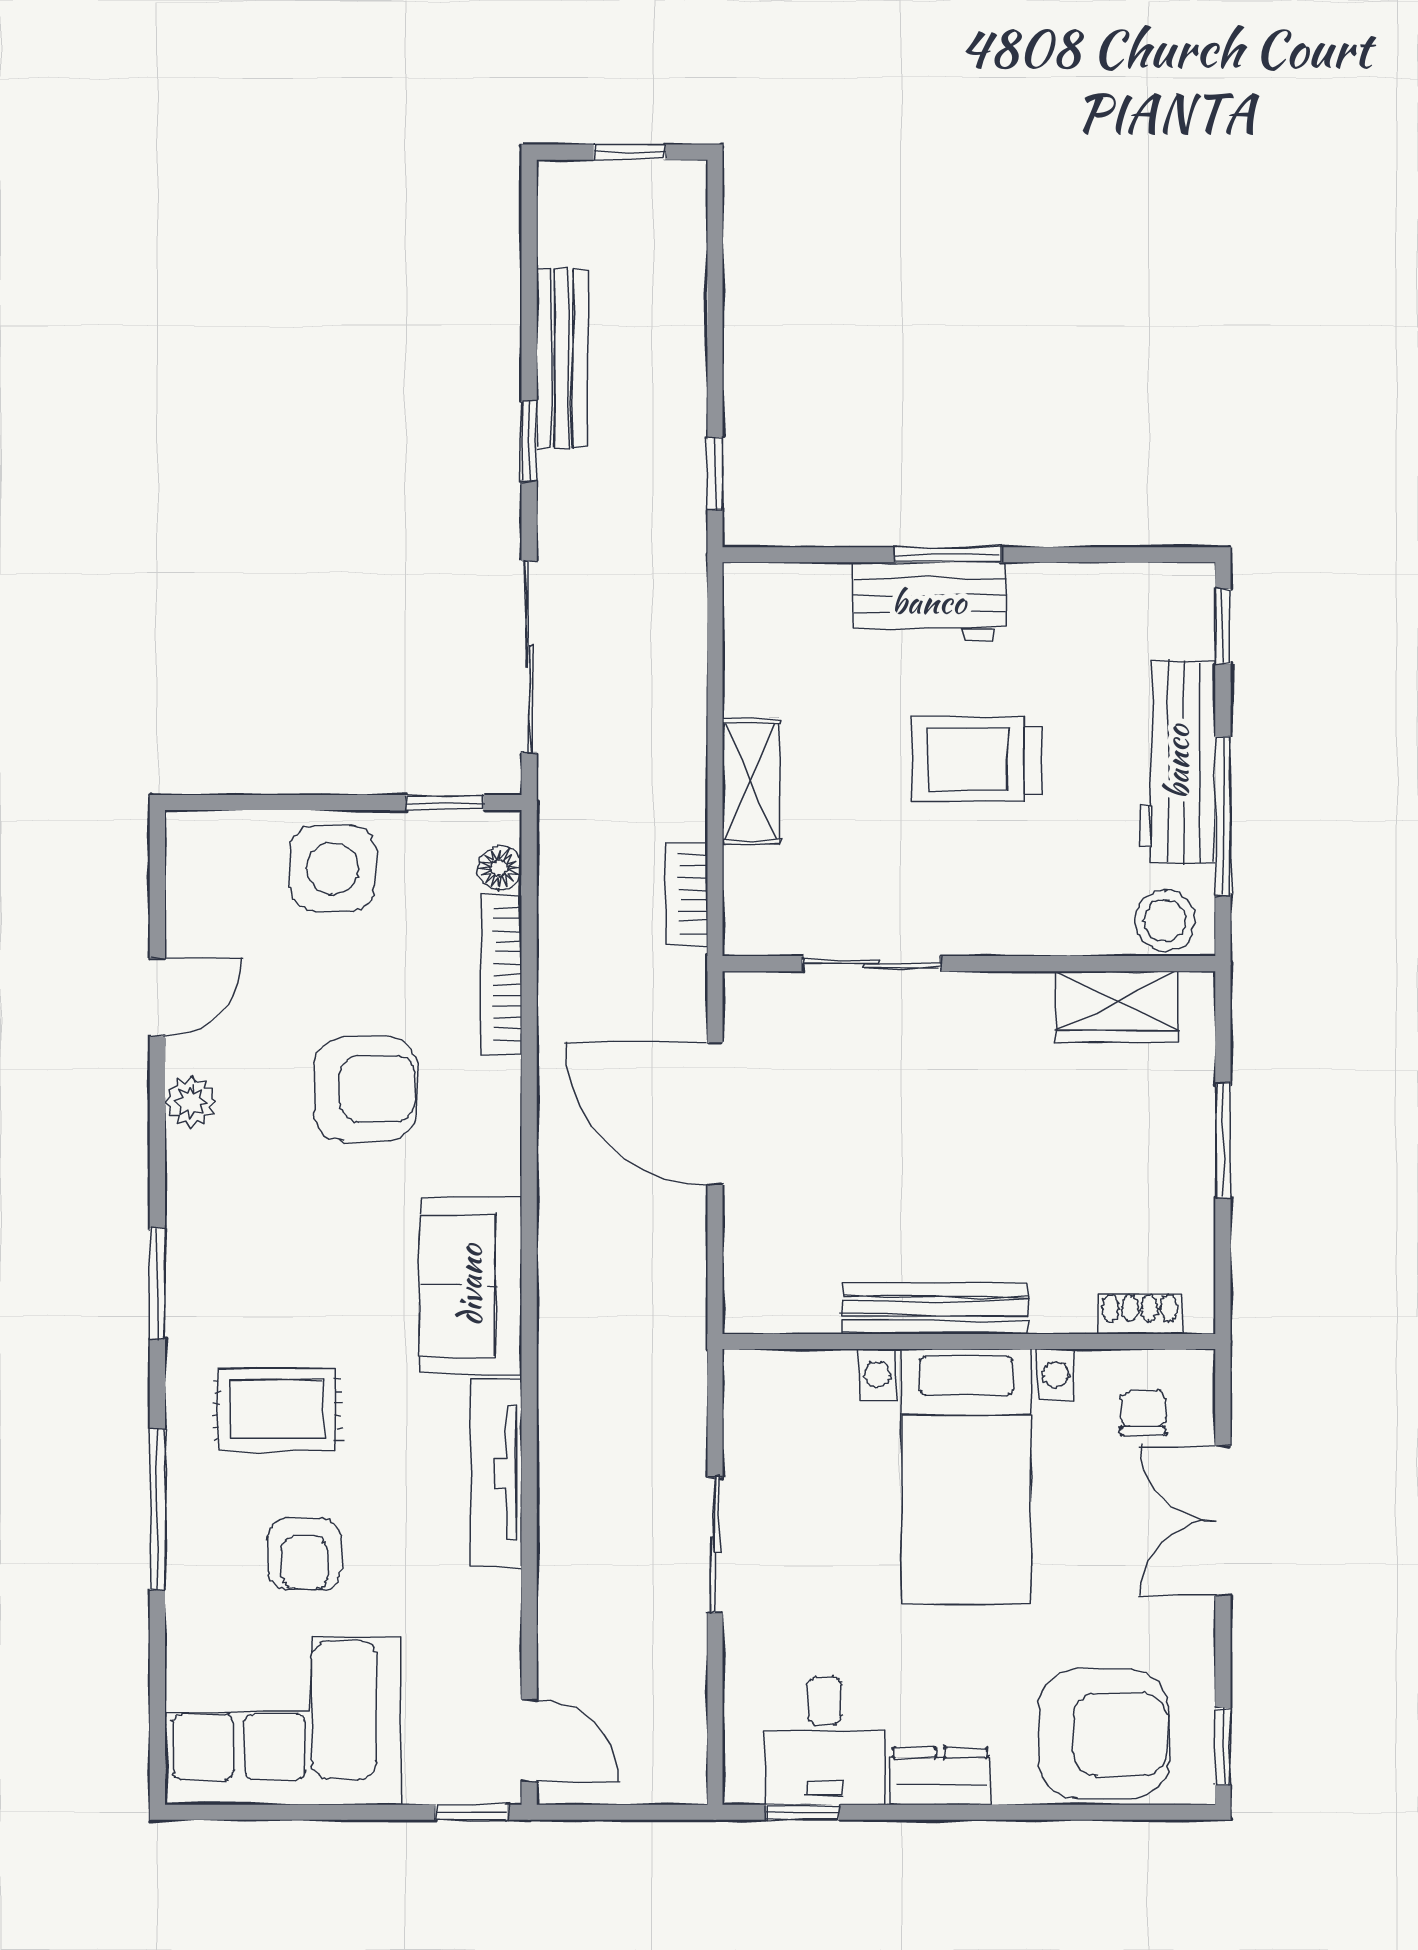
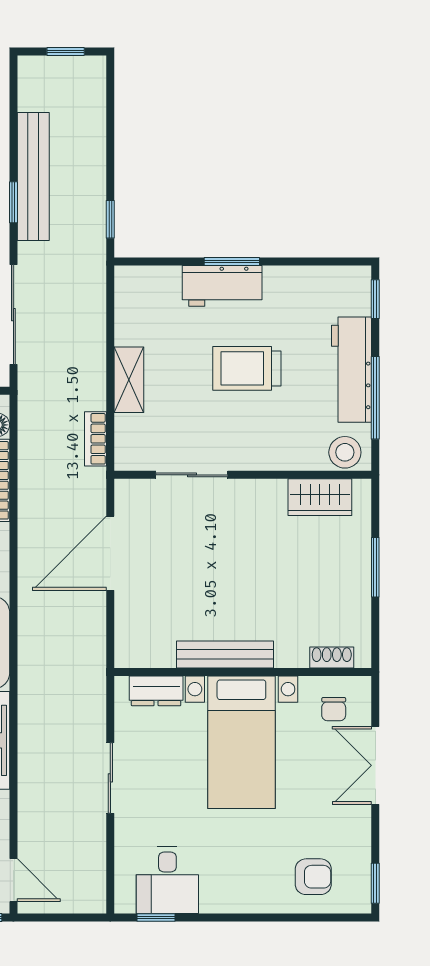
bench: (562, 359) -> (33, 177), width x1.37, depth x1.21
door: (715, 1114) -> (110, 553), hinge flipped
chair: (1143, 1413) -> (334, 709), turned 180
armchair: (1104, 1734) -> (313, 877), width x0.53, depth x0.53
dresser: (940, 1776) -> (156, 691), moved, turned 180

